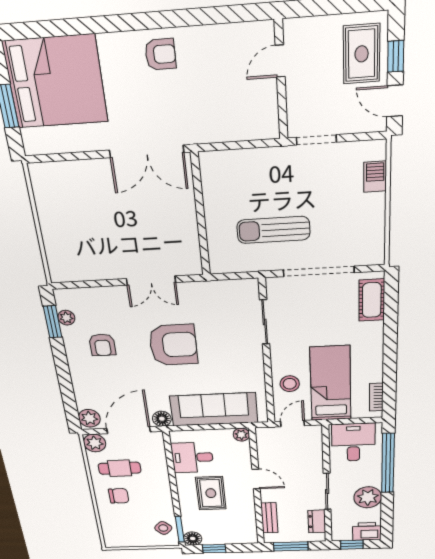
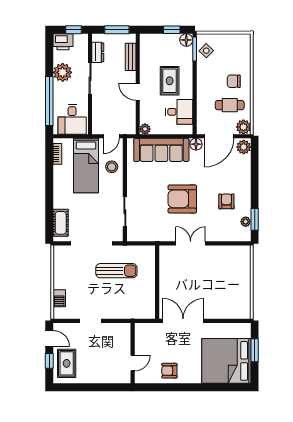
door: (280, 61) -> (133, 363), moved
wall: (281, 81) -> (133, 353), moved

